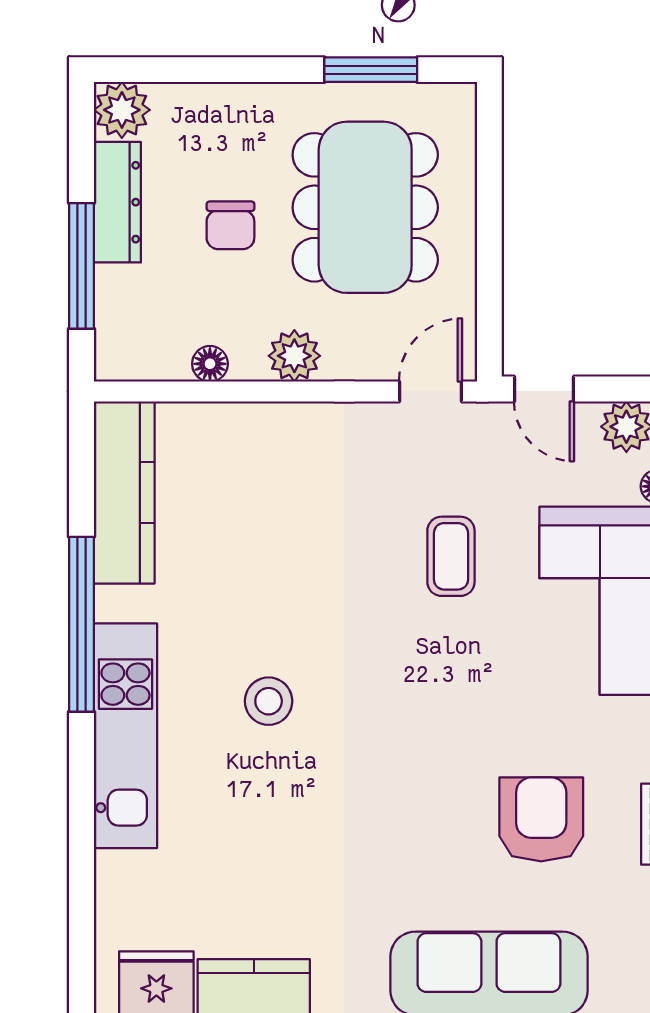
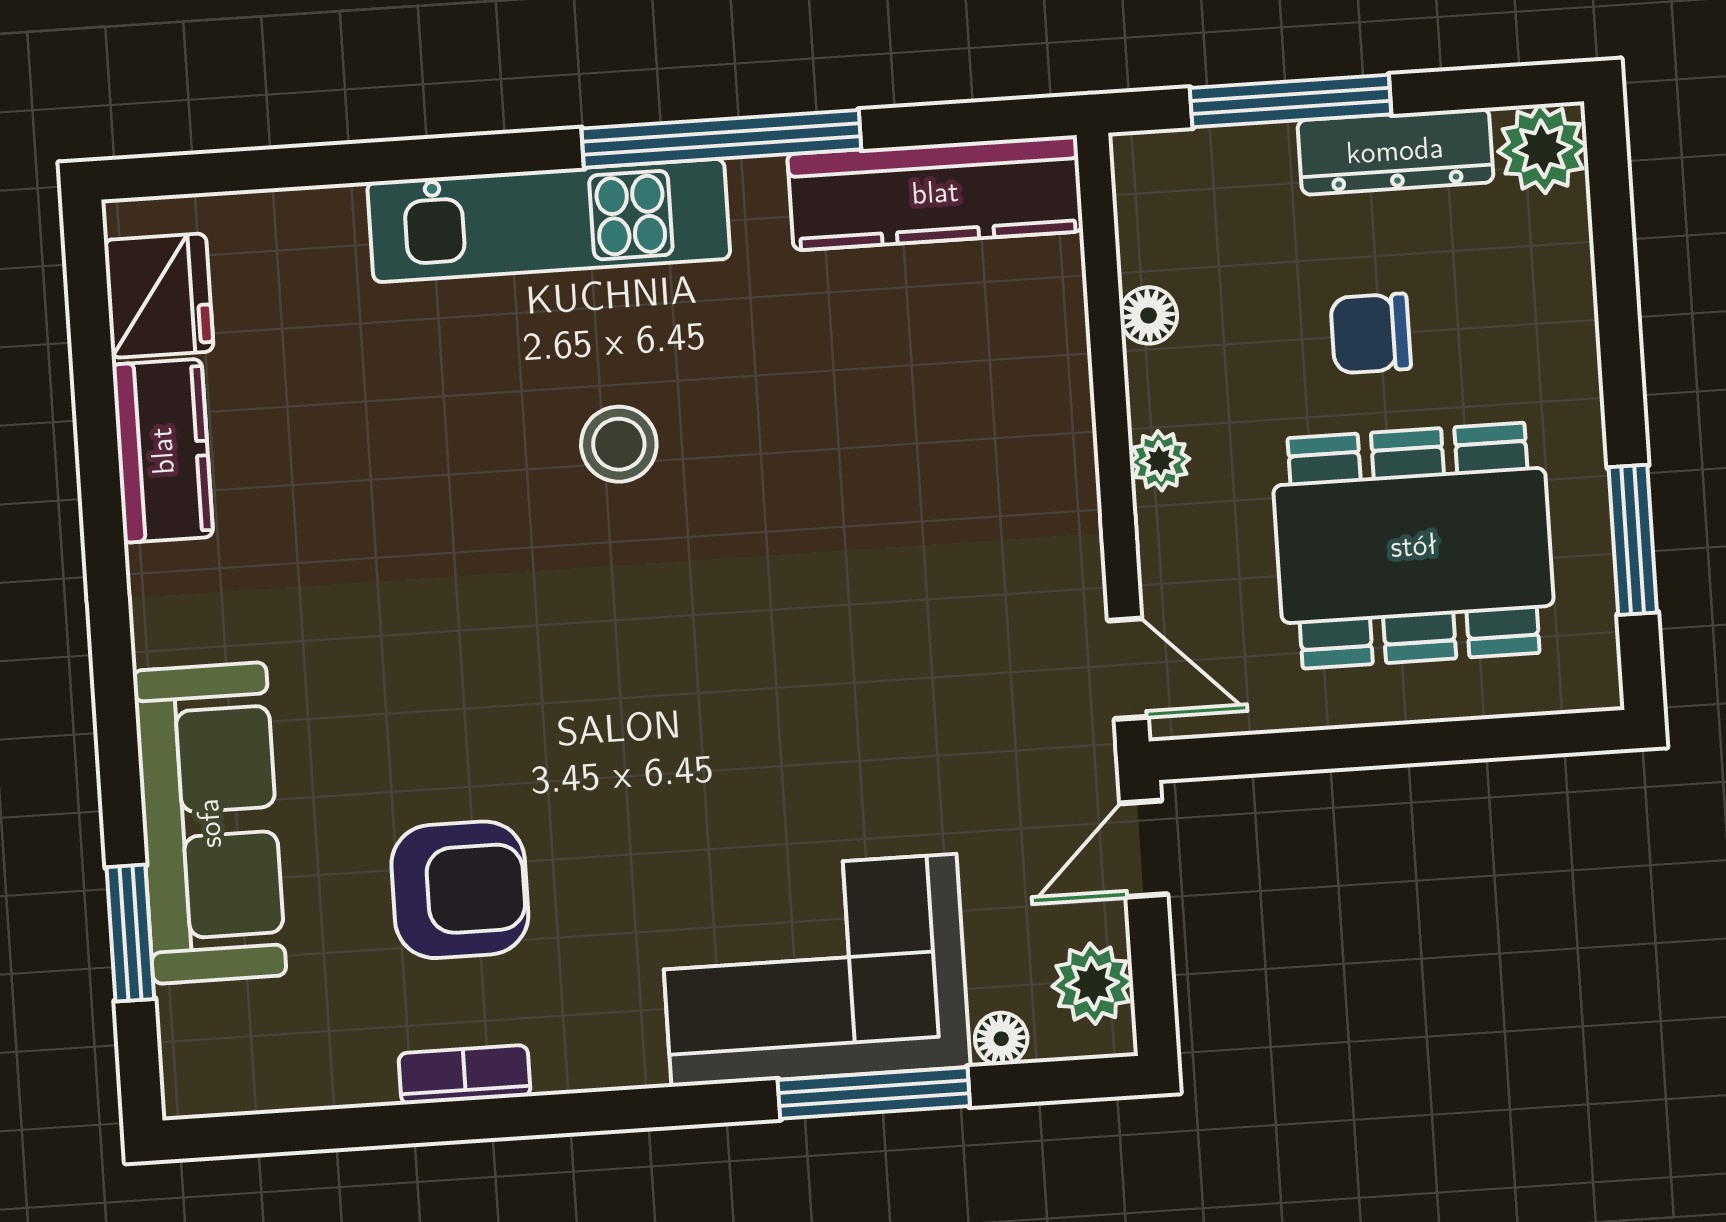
plant: (294, 356) -> (1160, 461), width x0.73, depth x0.73
coffee table: (451, 556) -> (868, 719), removed

